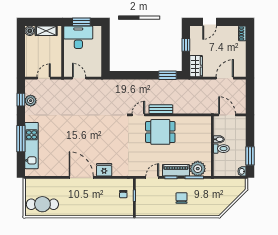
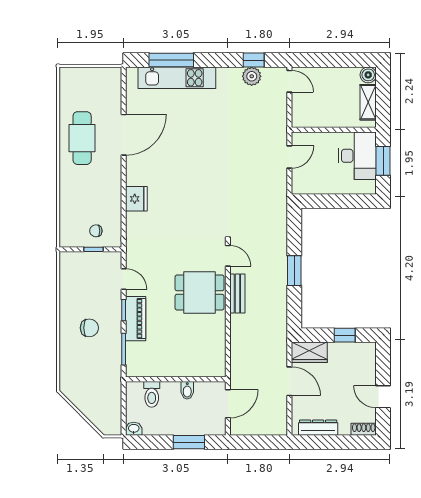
door: (210, 22) -> (383, 397), moved
dresser: (241, 61) -> (318, 428), added
window: (167, 75) -> (294, 271), moved
door: (44, 78) -> (289, 81), moved
door: (225, 78) -> (289, 381), moved
dining table: (160, 132) -> (199, 292), turned 90
window: (21, 139) -> (171, 60), moved
toilet: (221, 149) -> (152, 394), moved
window: (250, 156) -> (189, 442), moved
plant: (198, 169) -> (138, 355), removed
door: (81, 177) -> (124, 135), moved
cafe table: (42, 204) -> (82, 138), moved

